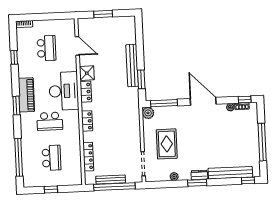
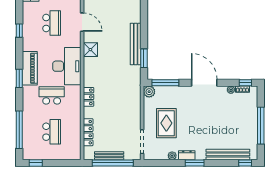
locker: (86, 92) -> (89, 68), removed
school desk: (50, 121) -> (52, 95), turned 180
dresser: (199, 175) -> (187, 155), moved
window: (51, 189) -> (36, 163), moved

